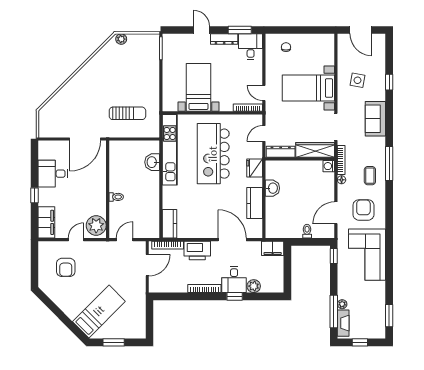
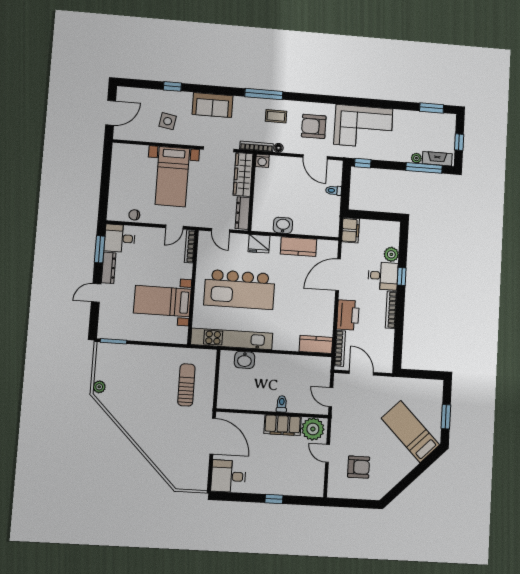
chair: (286, 47) -> (134, 215), moved
desk: (53, 174) -> (228, 476), moved, turned 90
filing cabinet: (46, 222) -> (283, 425), moved, turned 180

